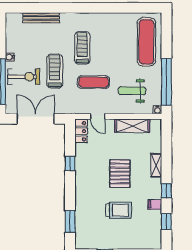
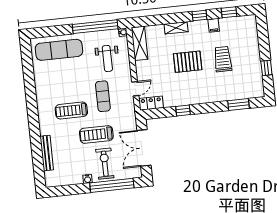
shelving: (132, 126) -> (139, 43), moved

